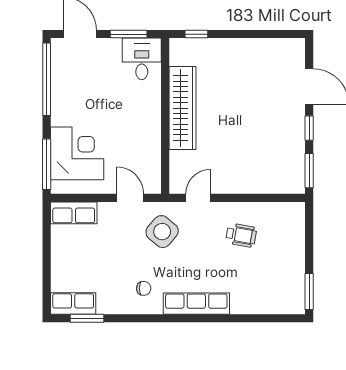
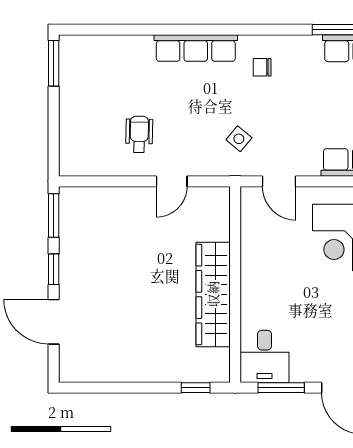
door: (198, 198) -> (172, 181), moved
side table: (162, 232) -> (239, 139), width x0.54, depth x0.54
wheelchair: (241, 235) -> (139, 134), turned 81

